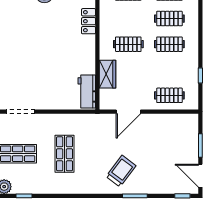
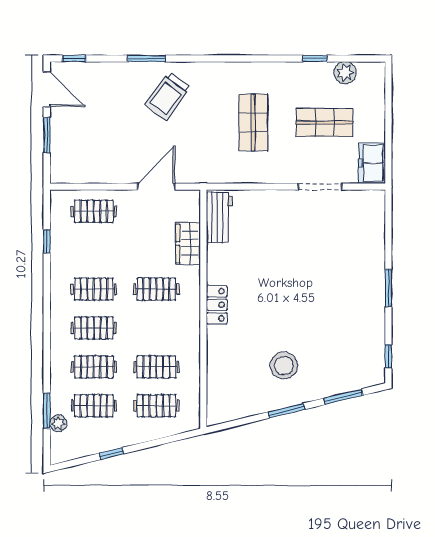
locker: (89, 21) -> (217, 305), moved

